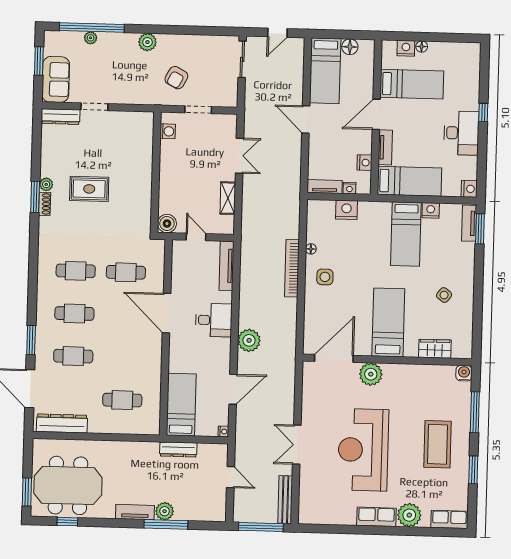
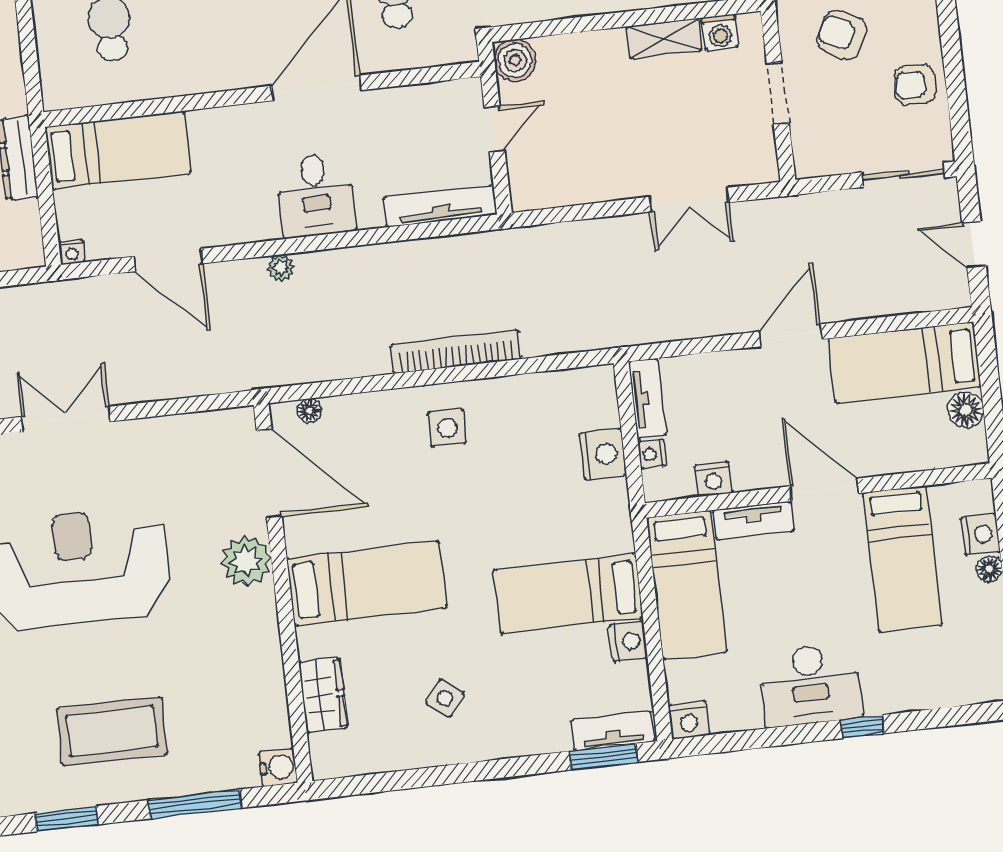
armchair: (203, 48) -> (915, 85), added
shelving: (228, 198) -> (664, 38), moved
floor lamp: (311, 249) -> (309, 410), moved
plant: (249, 340) -> (281, 268), width x0.53, depth x0.53

